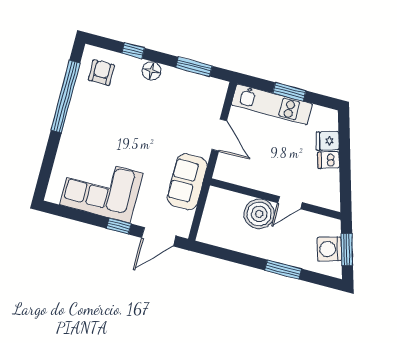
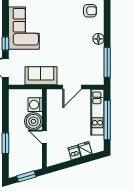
window: (133, 51) -> (107, 25), removed
window: (194, 67) -> (107, 62), width x1.44
window: (289, 92) -> (107, 120), width x2.11
washing machine: (329, 249) -> (35, 105), moved, turned -74

